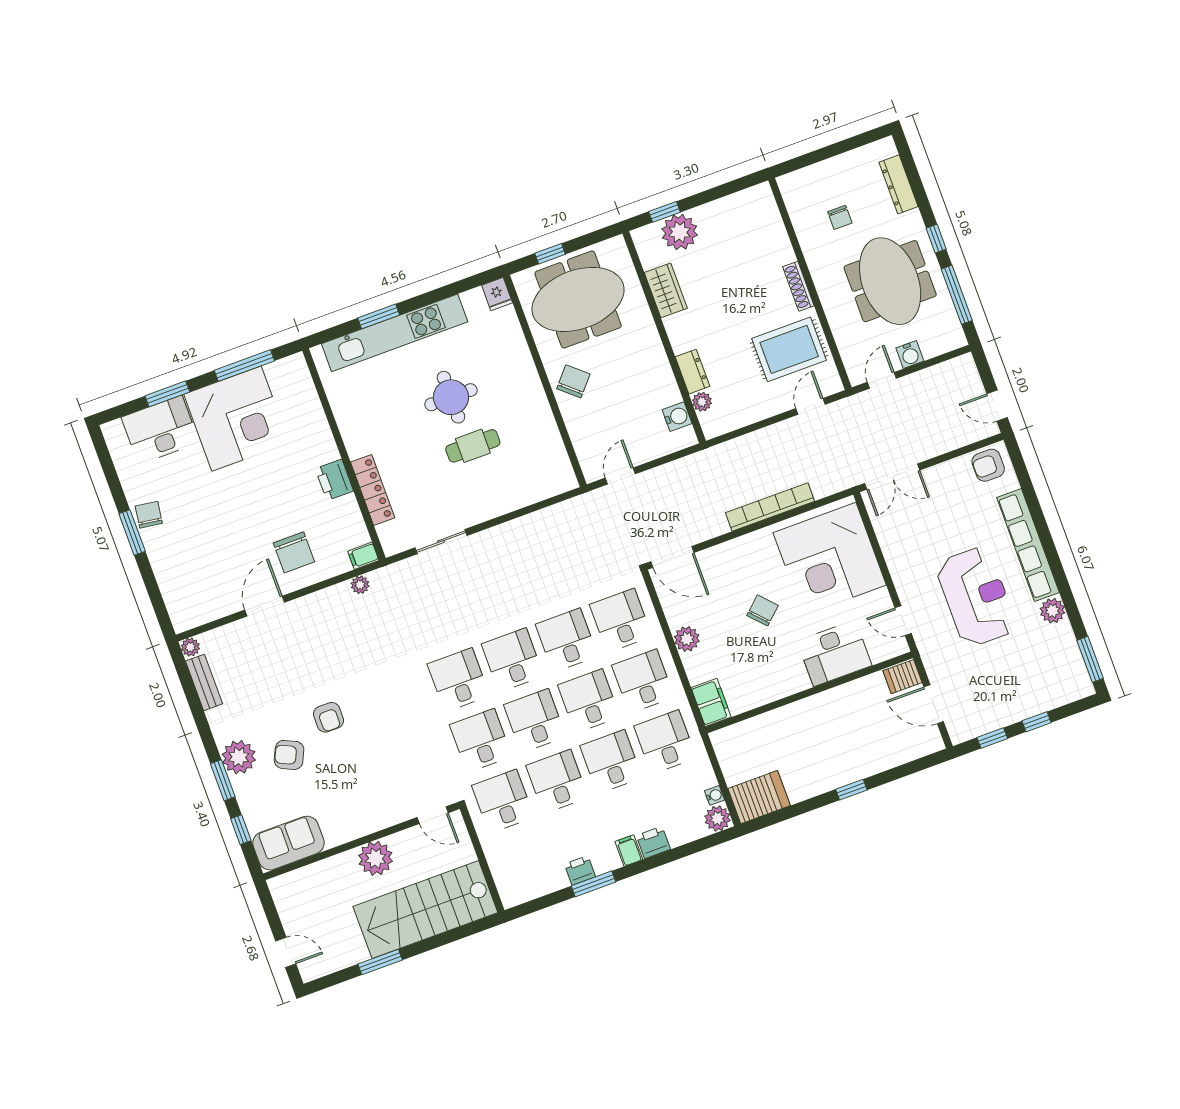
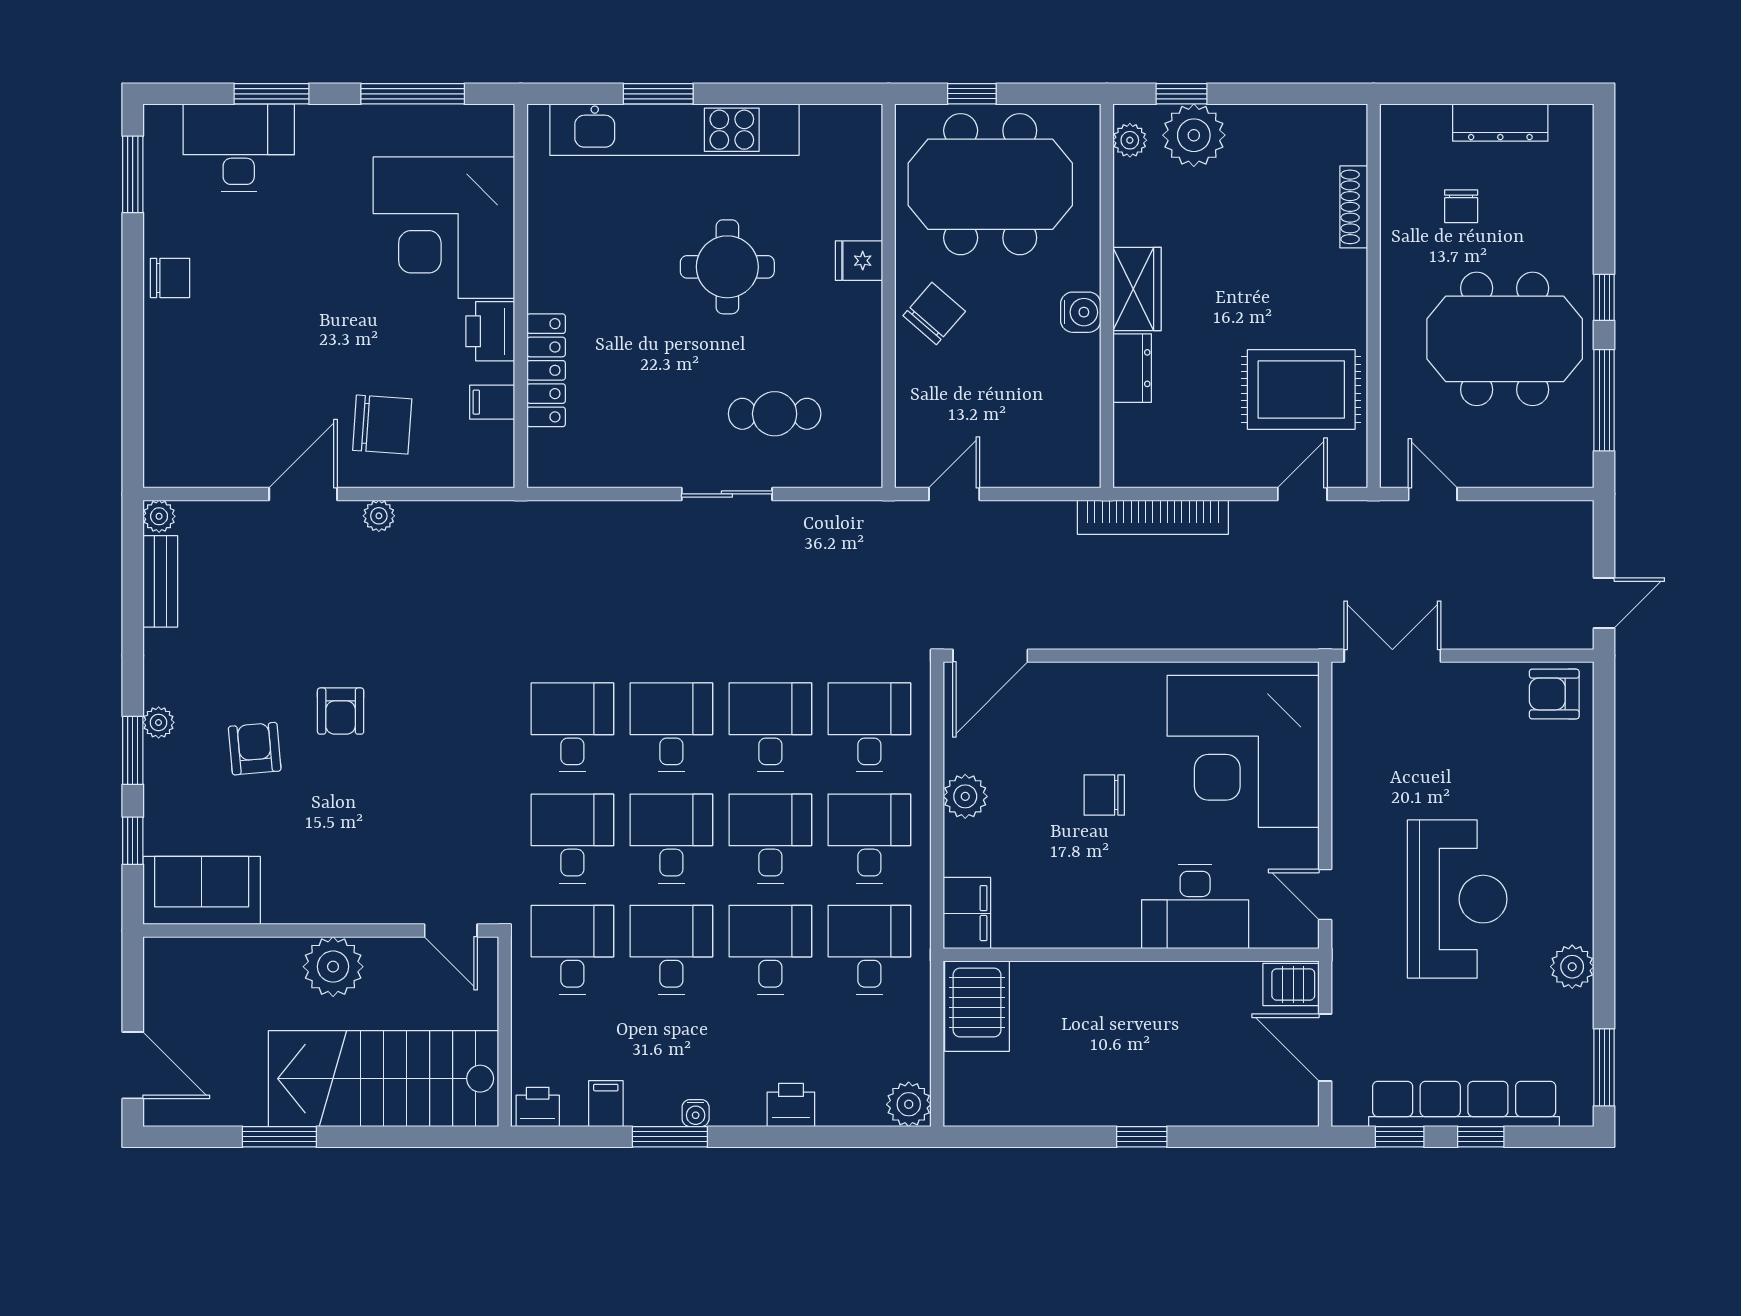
dresser: (898, 184) -> (1500, 123), moved, turned -90
meeting table: (890, 281) -> (1505, 339), turned 90
shoe rack: (798, 286) -> (1354, 207), moved
wardrobe: (666, 290) -> (1137, 289), moved
fridge: (497, 294) -> (859, 261), moved, turned 90
water cooler: (910, 355) -> (1493, 469), removed
door: (882, 380) -> (1433, 494), hinge flipped
plant: (702, 402) -> (1130, 140), moved
door: (997, 406) -> (1604, 603), swing flipped
water cooler: (677, 417) -> (1081, 312), moved
corner desk: (236, 419) -> (444, 228), moved, turned 90
cafe table: (473, 446) -> (775, 414), moved
double door: (892, 477) -> (1392, 656), swing flipped
bookcase: (770, 507) -> (1153, 517), moved, turned 180
chair: (149, 515) -> (170, 278), turned 82
window: (132, 532) -> (133, 174), moved
sliding door: (441, 542) -> (727, 494), moved
row of seats: (1028, 545) -> (1464, 1104), moved, turned 90
chair: (294, 552) -> (382, 425), turned -86
filing cabinet: (363, 556) -> (492, 402), moved
door: (672, 557) -> (990, 656), hinge flipped
plant: (360, 585) -> (379, 516), moved
chair: (762, 610) -> (1104, 795), turned -137
armchair: (289, 755) -> (255, 749), turned 60
plant: (239, 757) -> (159, 722), width x0.53, depth x0.53
water cooler: (715, 795) -> (696, 1113), moved, turned 90
server rack: (759, 797) -> (977, 1006), moved, turned 90
filing cabinet: (629, 851) -> (606, 1104), moved
printer: (580, 870) -> (538, 1107), moved
door: (286, 952) -> (133, 1065), width x1.38

